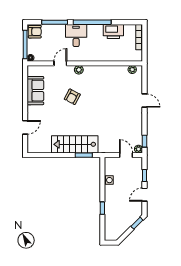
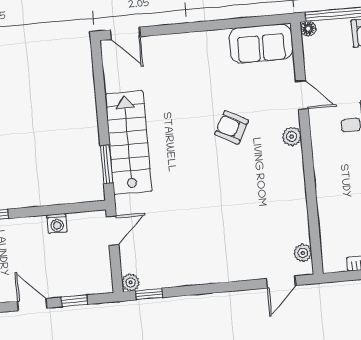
sofa: (35, 91) -> (261, 44), moved
door: (145, 101) -> (281, 282), moved
door: (25, 127) -> (125, 33), moved
door: (126, 155) -> (113, 231), moved

